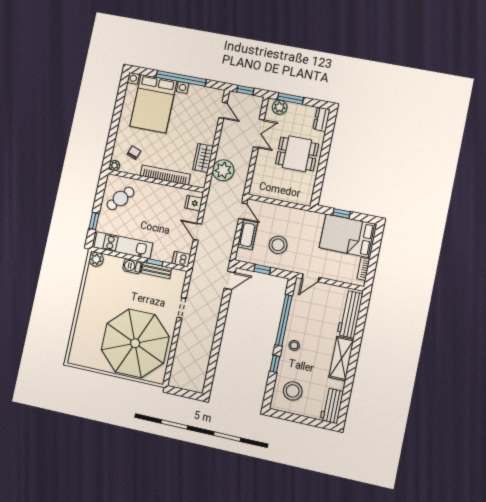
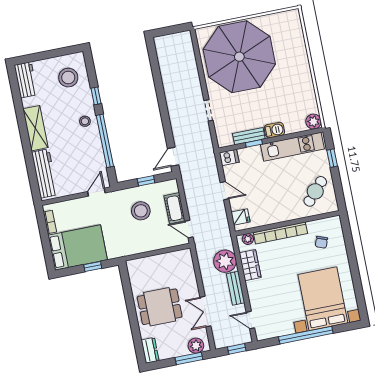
bench: (224, 143) -> (236, 288), added
plant: (114, 165) -> (248, 239), moved

